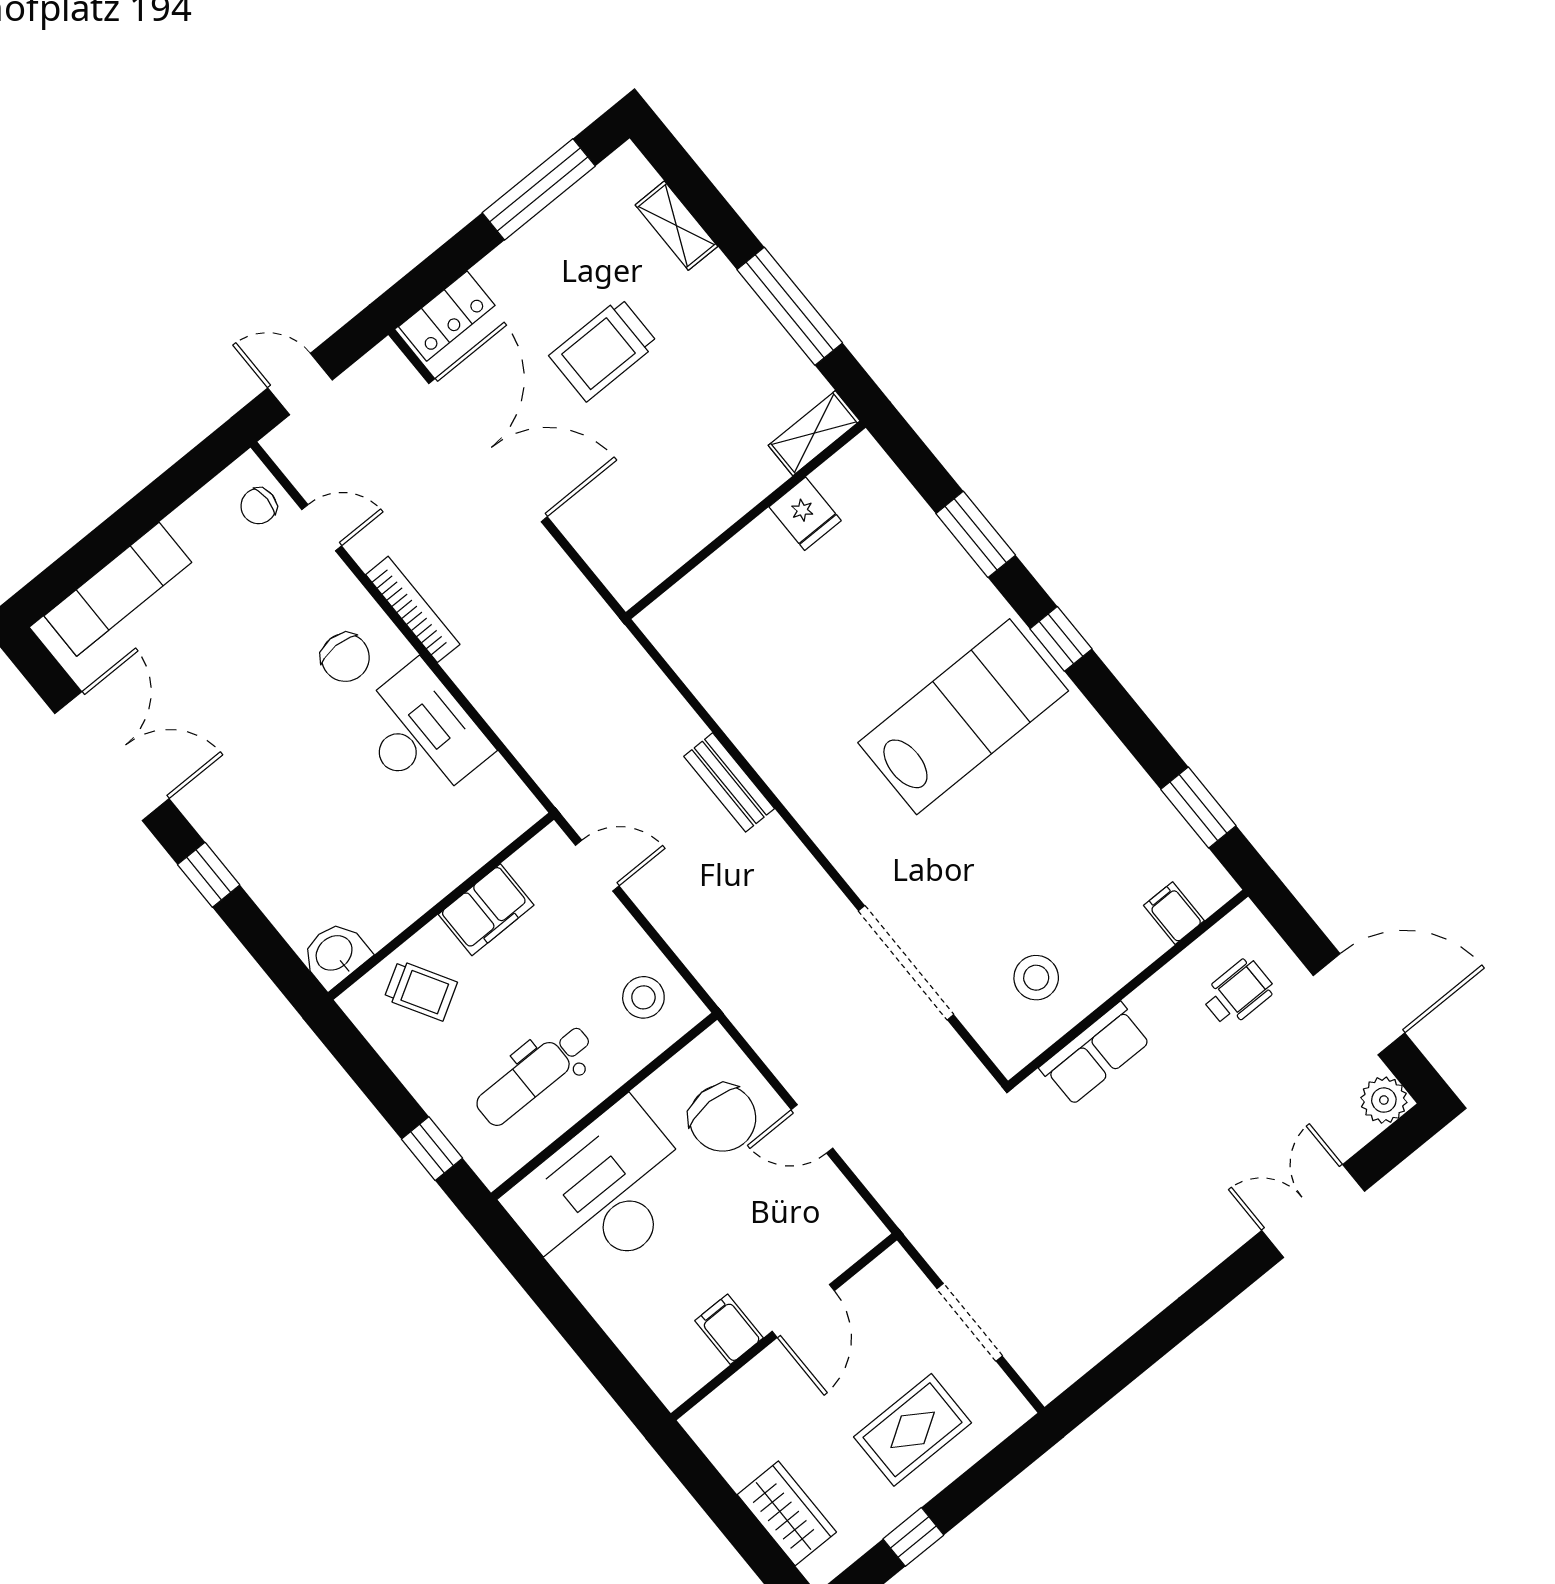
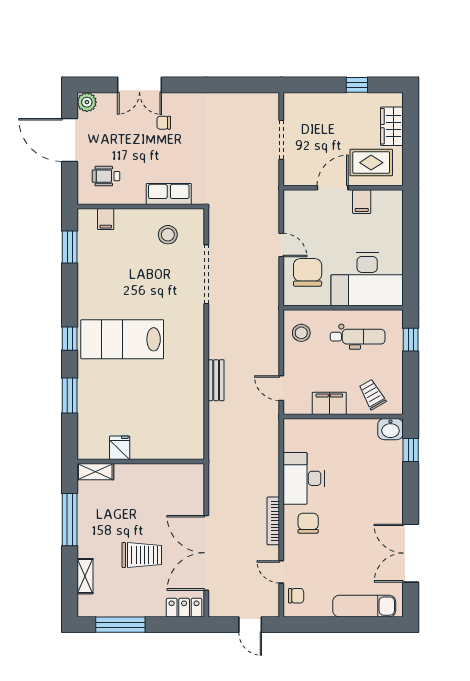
window: (209, 875) -> (411, 450), moved
chair: (1212, 1178) -> (164, 123), added
rug: (913, 1430) -> (371, 163), moved

